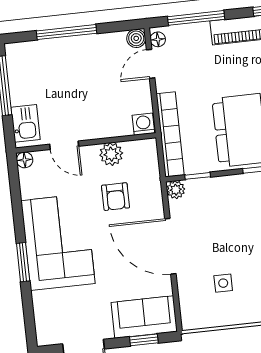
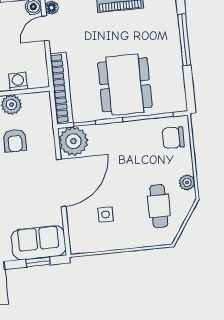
washing machine: (143, 124) -> (18, 81), moved
plant: (176, 190) -> (73, 141), width x1.88, depth x1.88
door: (170, 246) -> (61, 183), swing flipped

